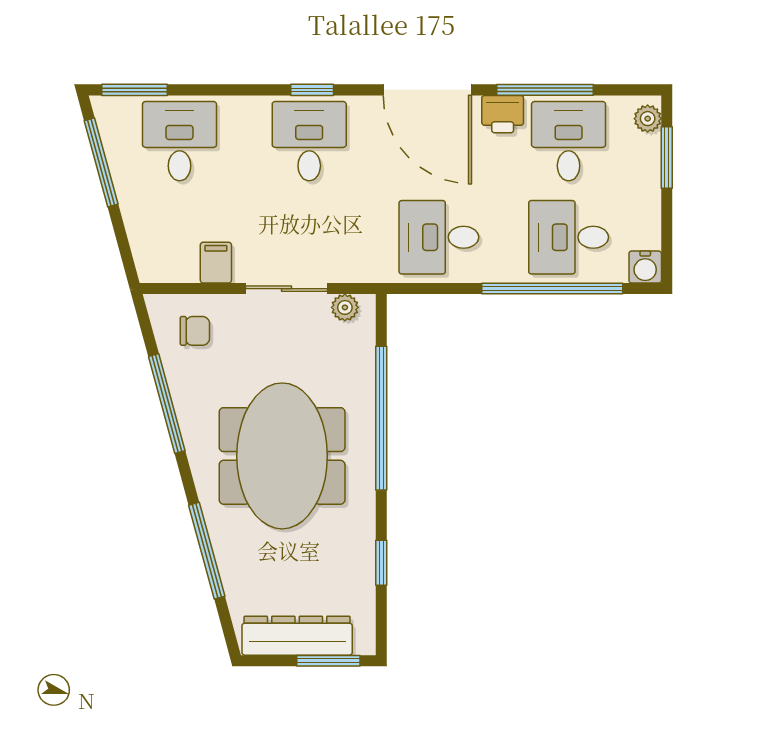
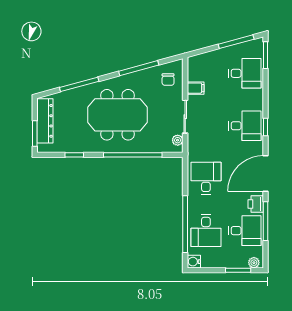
desk: (569, 237) -> (206, 231), turned 180

